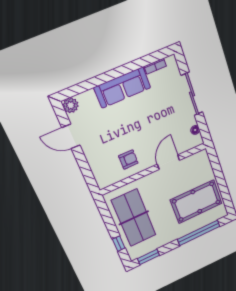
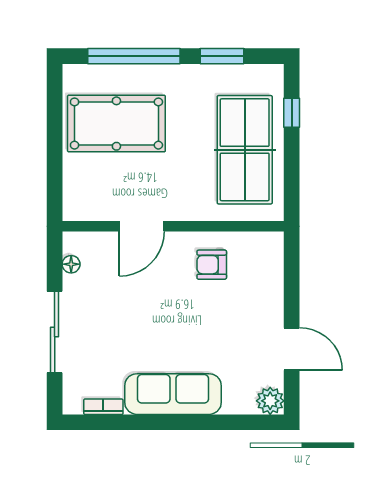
window: (148, 257) -> (222, 56), moved

